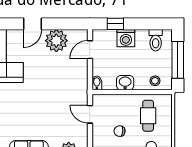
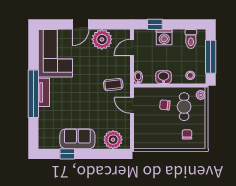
coffee table: (69, 91) -> (113, 85), added
plant: (167, 103) -> (201, 95), added
chair: (120, 131) -> (165, 105), moved

